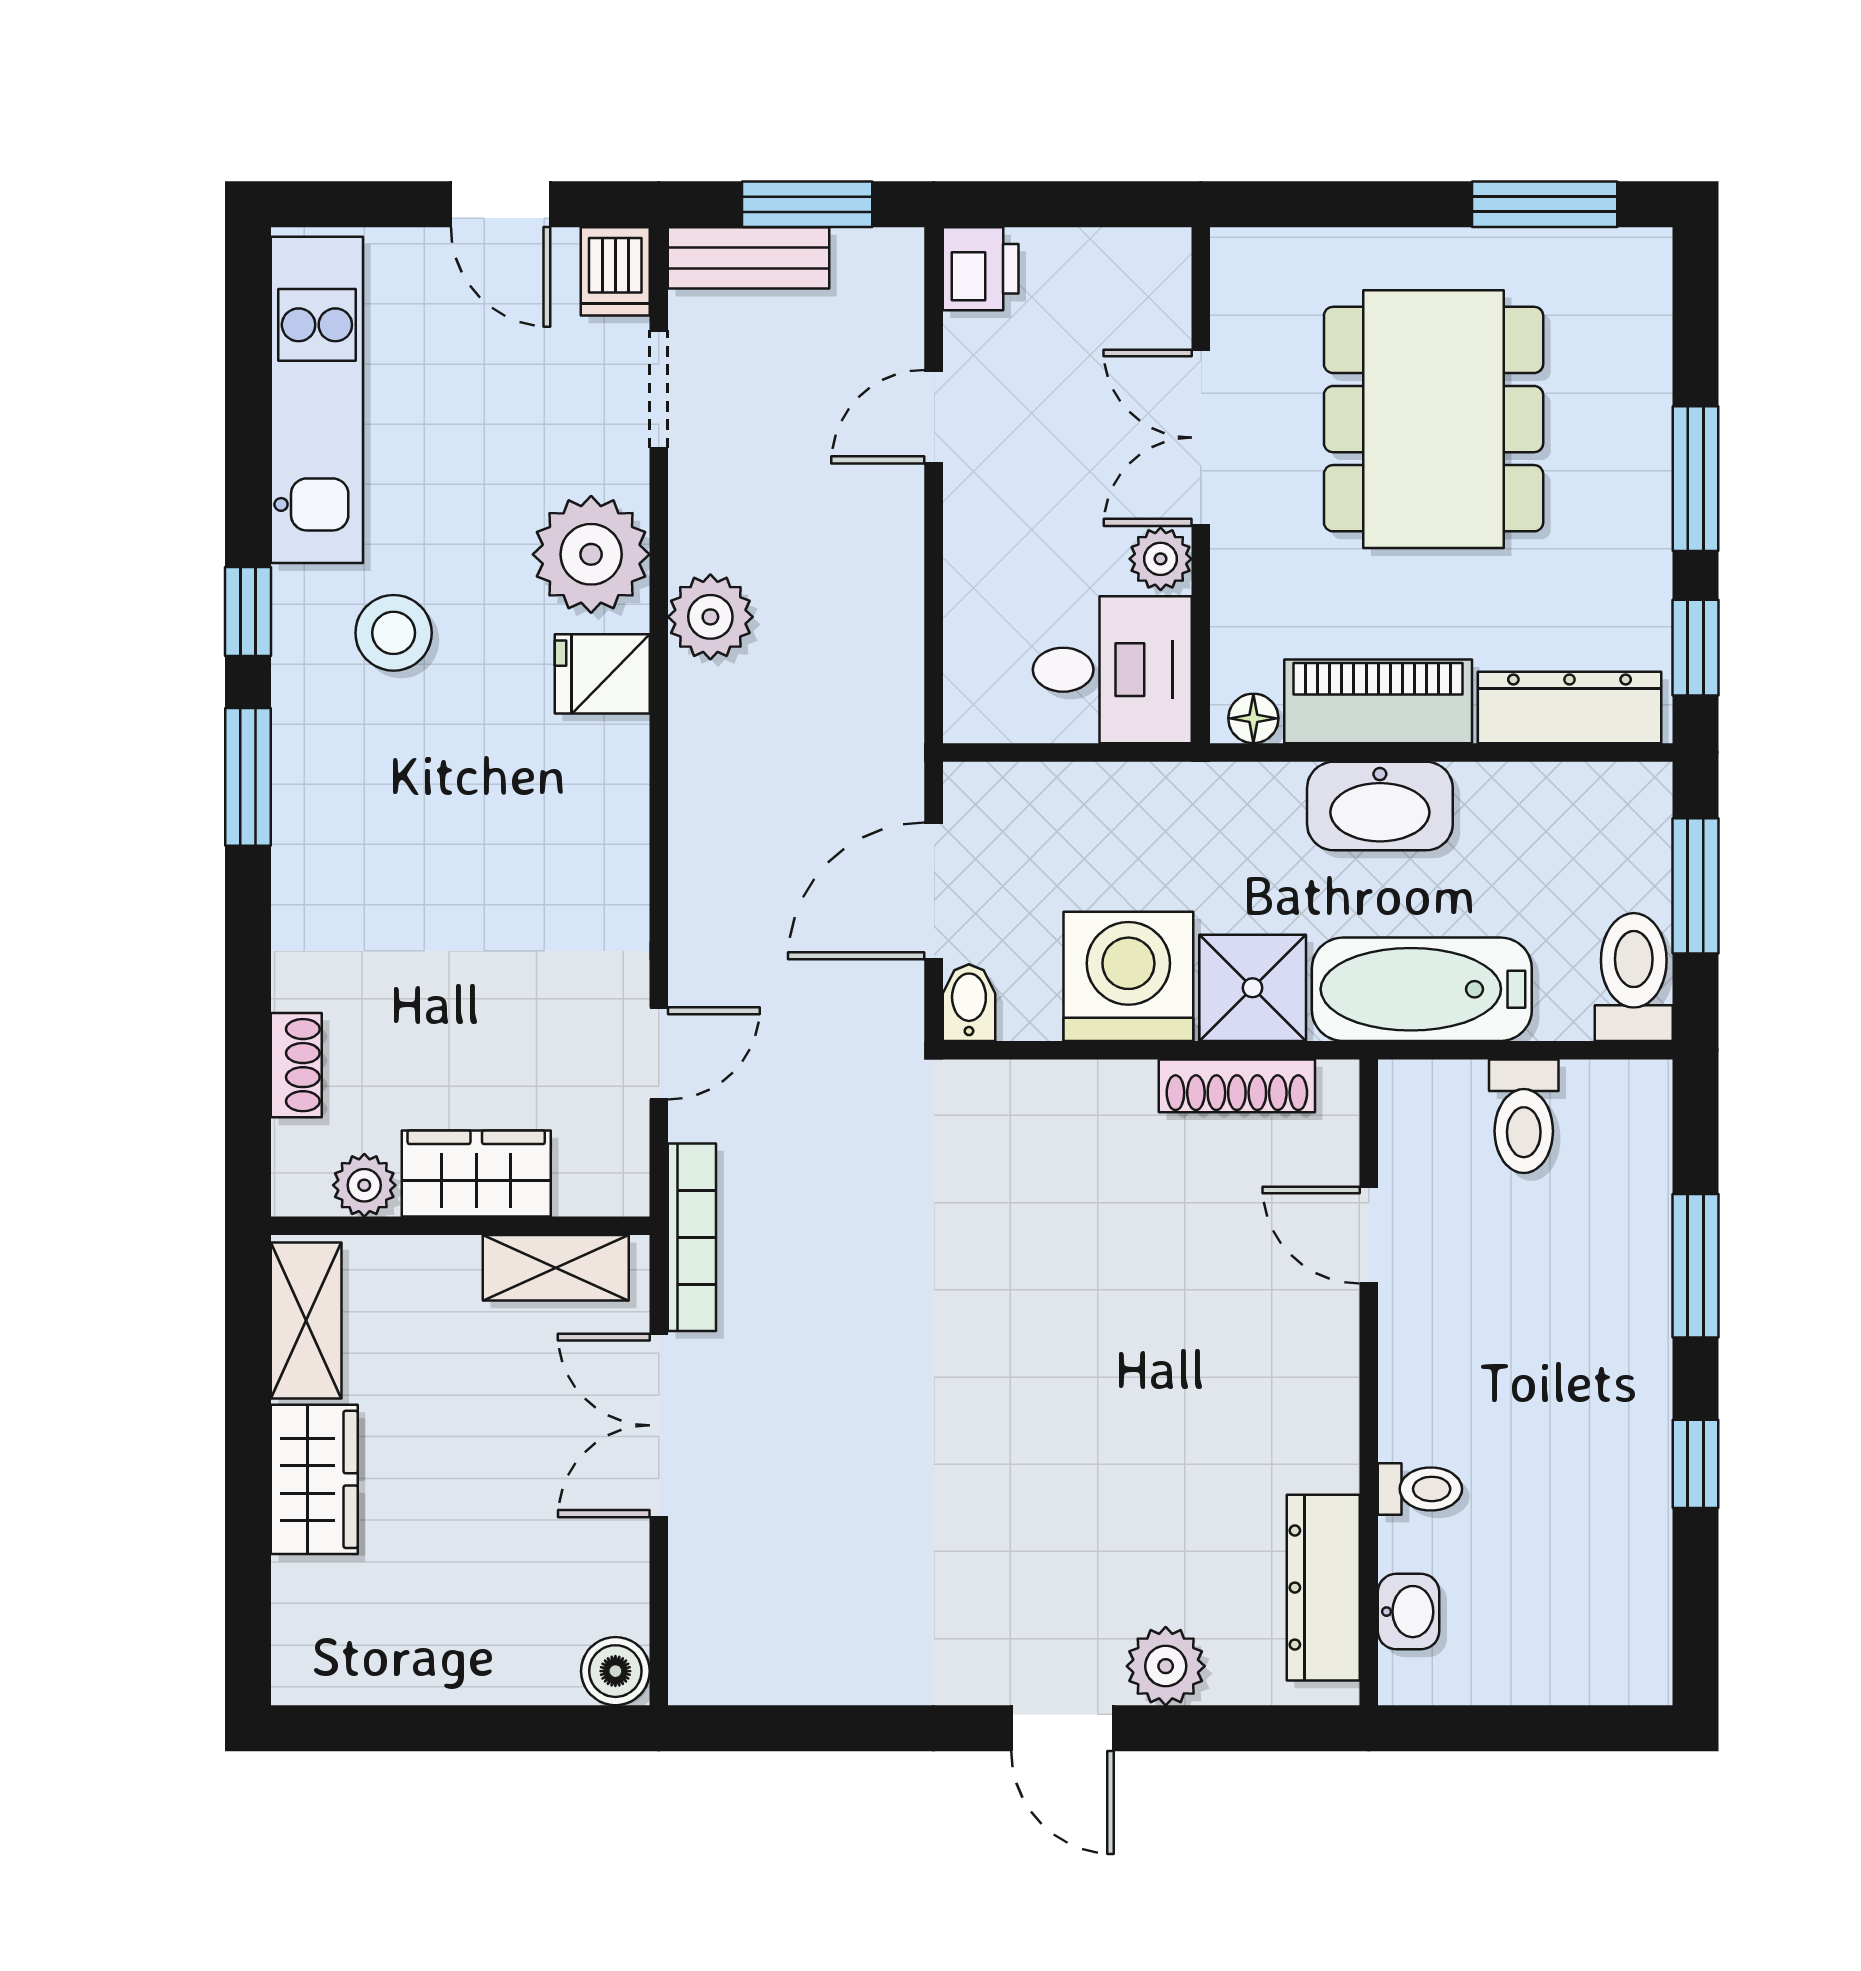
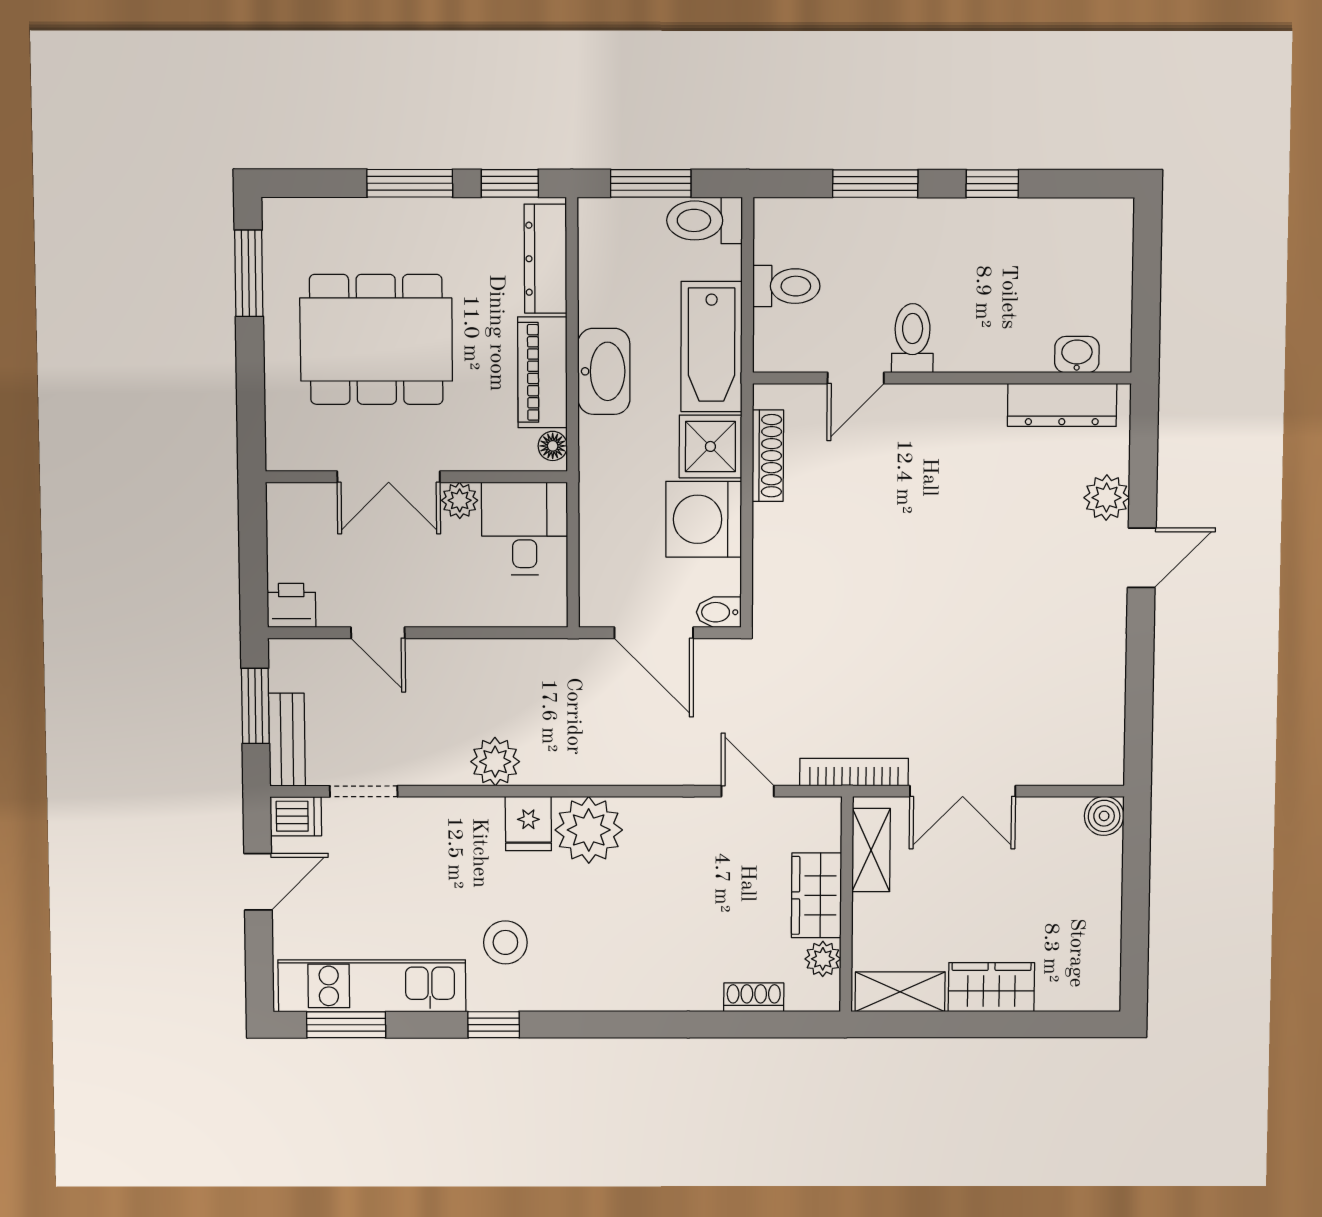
plant: (591, 554) -> (589, 830), moved
window: (248, 777) -> (346, 1025), moved
toilet: (1420, 1489) -> (912, 338), moved, width x1.37, depth x1.39

